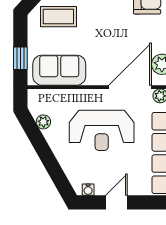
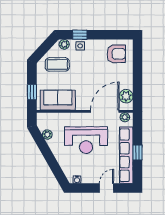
door: (116, 202) -> (107, 188), moved

